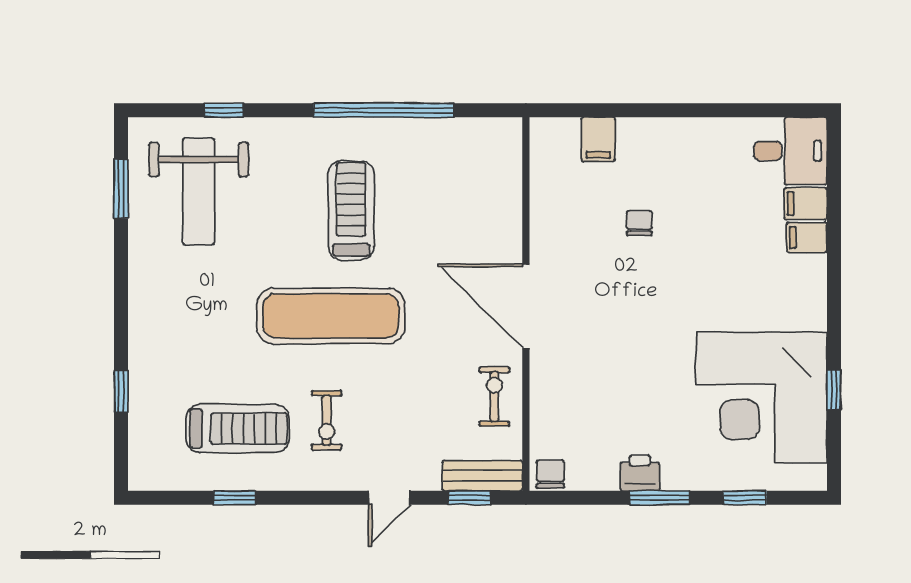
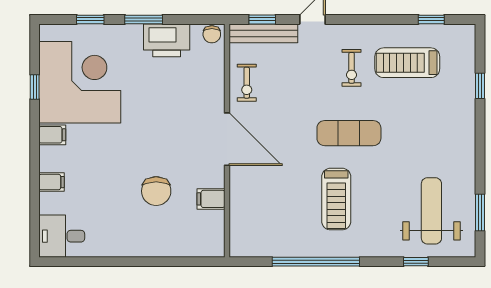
filing cabinet: (598, 139) -> (211, 199), moved, turned -90
filing cabinet: (806, 204) -> (52, 135), moved
chair: (639, 223) -> (156, 191), width x1.87, depth x1.87
exercise mat: (331, 316) -> (349, 133), width x0.73, depth x0.69
exercise bike: (327, 420) -> (352, 68), turned 180
printer: (640, 473) -> (167, 40), width x1.87, depth x1.48
bench: (482, 476) -> (263, 33), width x1.36
window: (235, 498) -> (431, 19), moved

